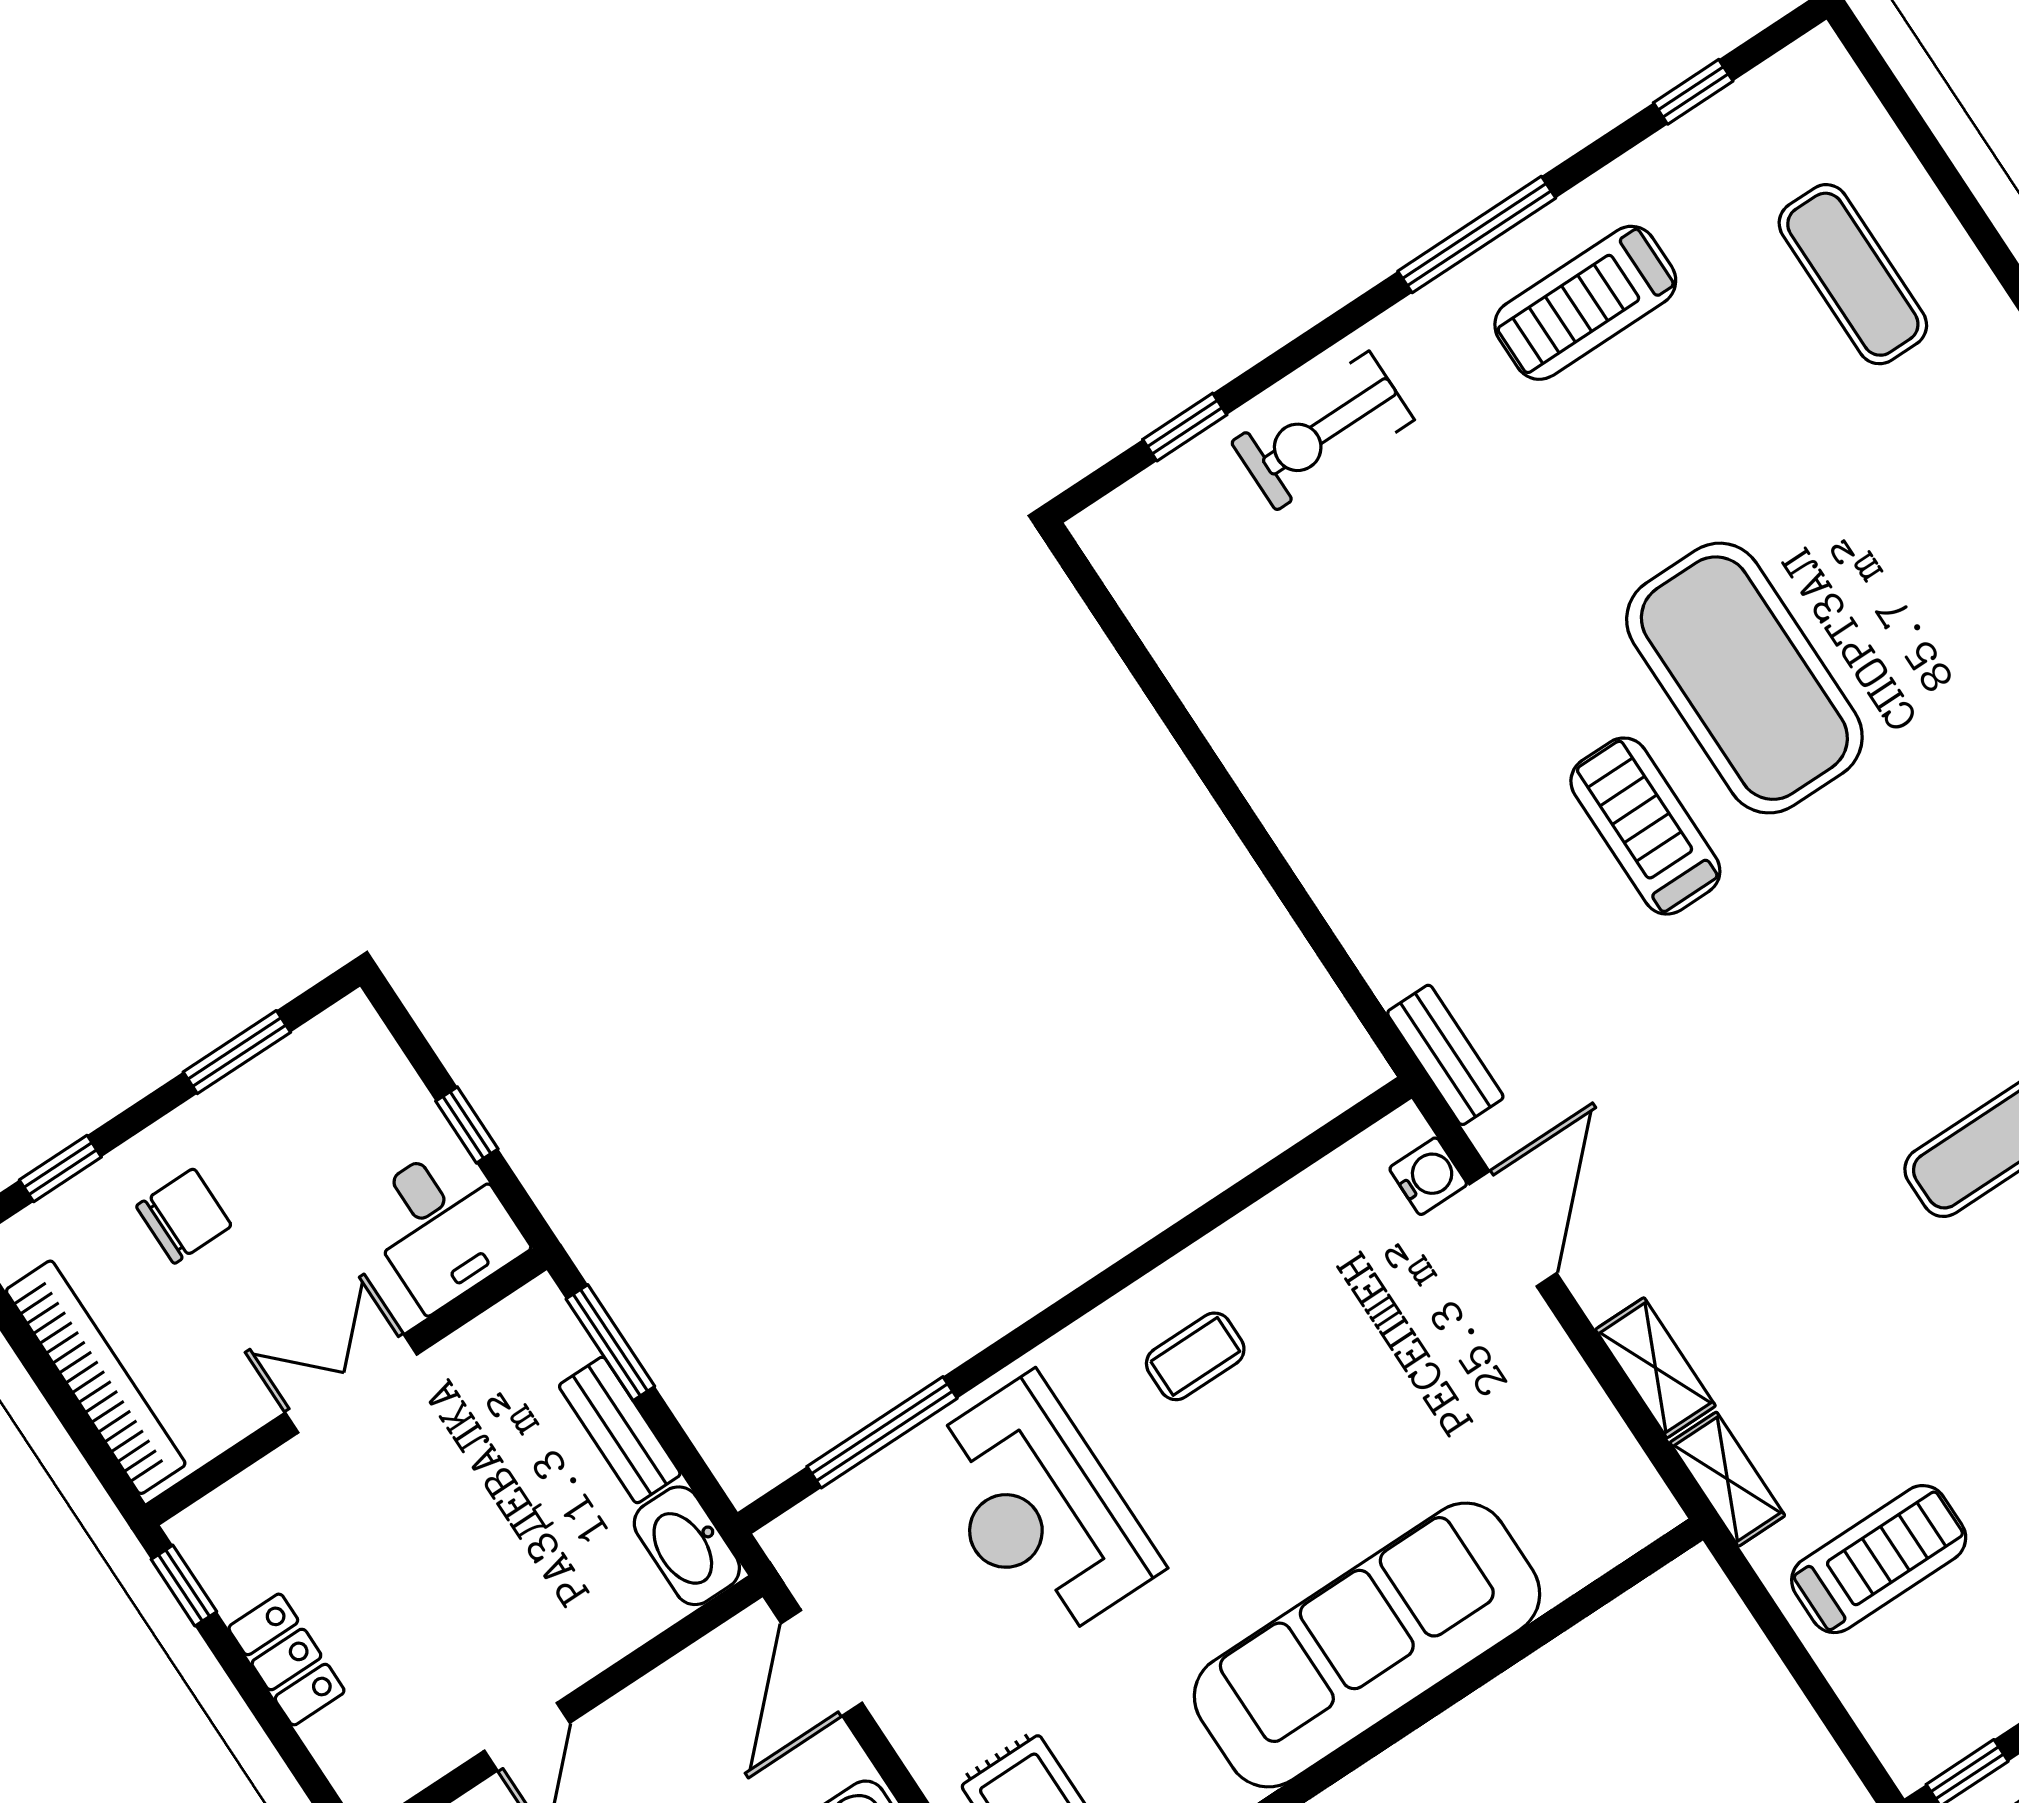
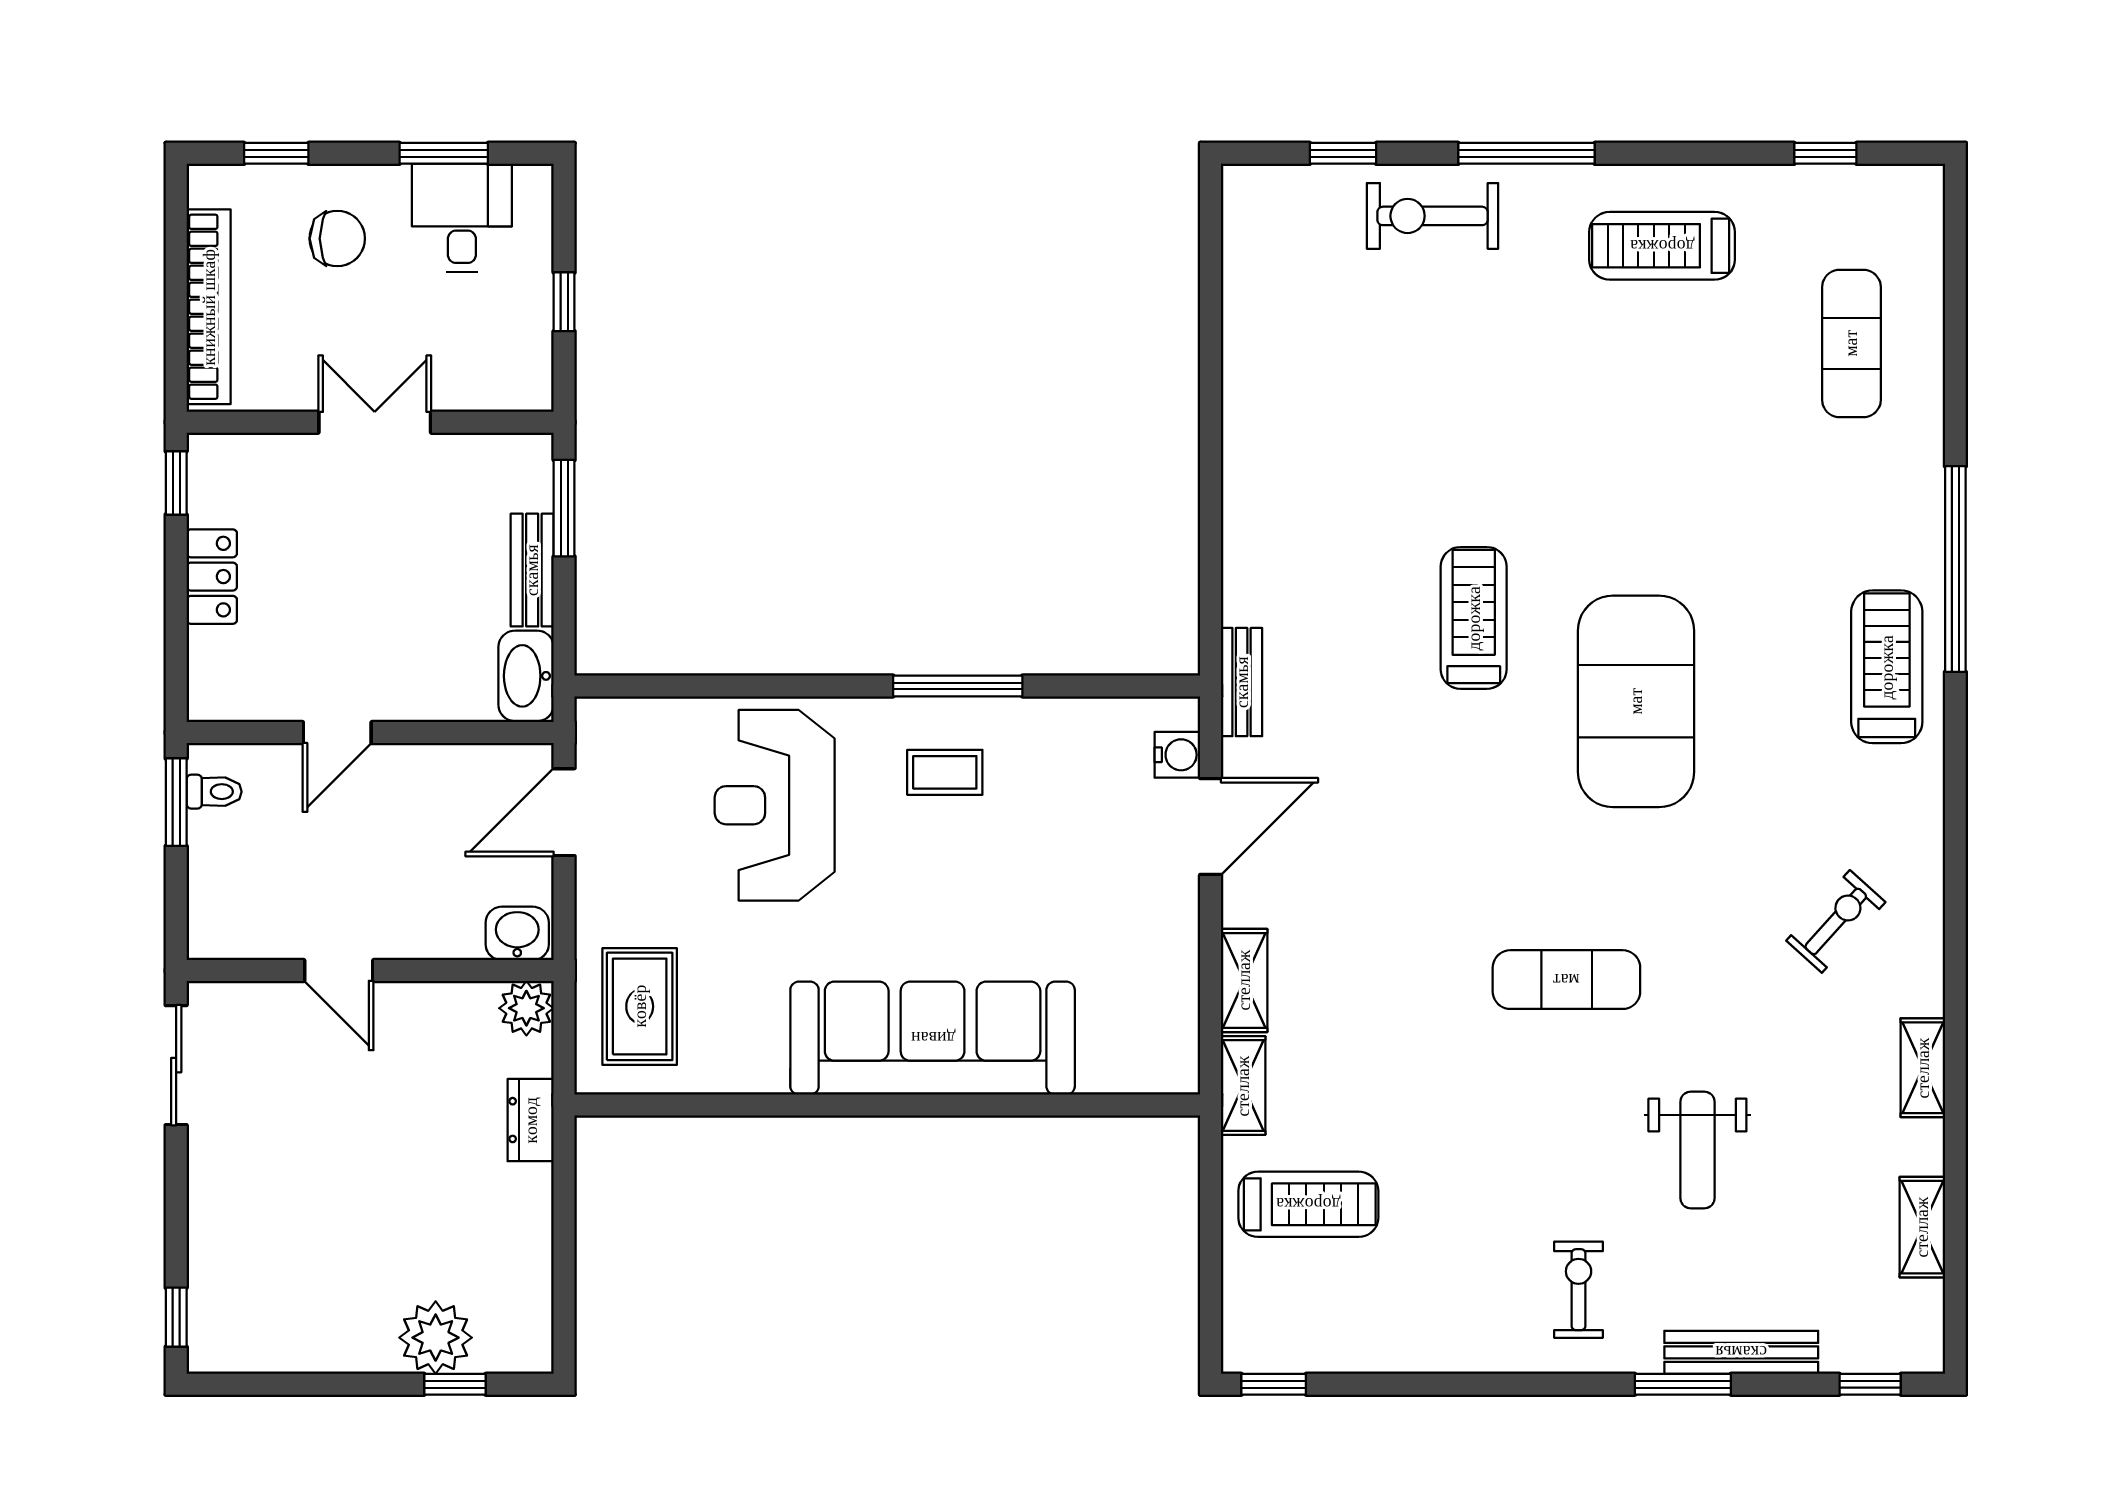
window: (1477, 235) -> (1526, 153), moved
exercise mat: (1744, 678) -> (1636, 701), moved
desk: (442, 1226) -> (462, 218), moved, turned 180
window: (882, 1432) -> (958, 686), moved

